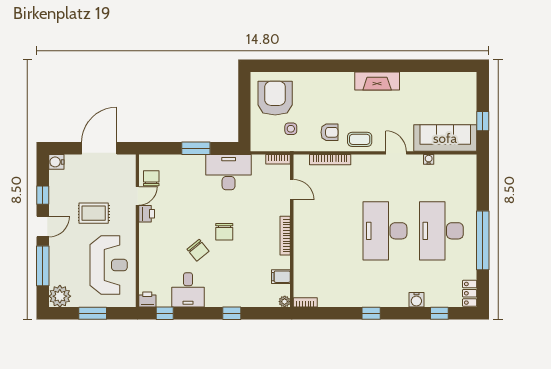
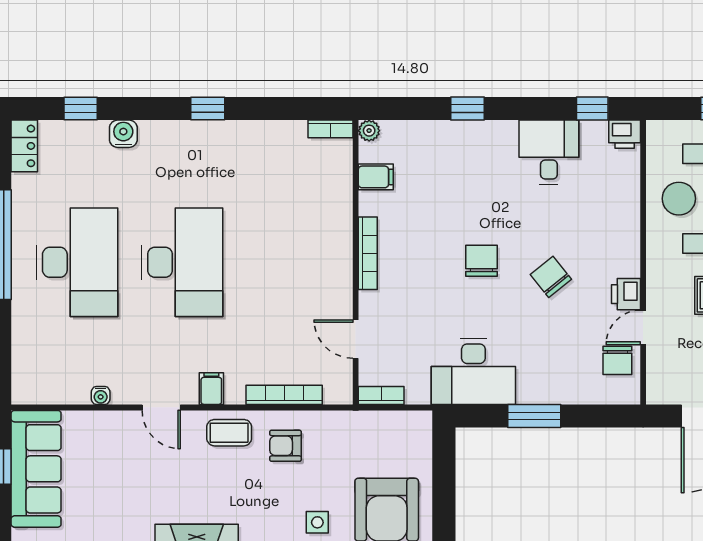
side table: (291, 129) -> (317, 522), moved
sofa: (445, 138) -> (36, 469), moved, turned -90
filing cabinet: (369, 163) -> (211, 389), added
chair: (198, 250) -> (551, 277), moved

